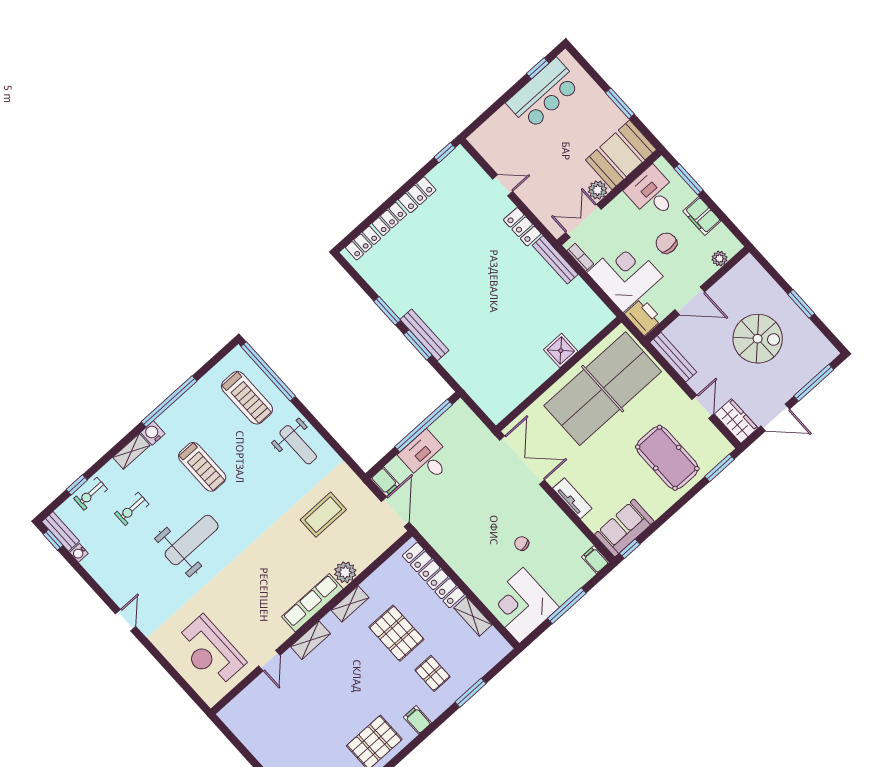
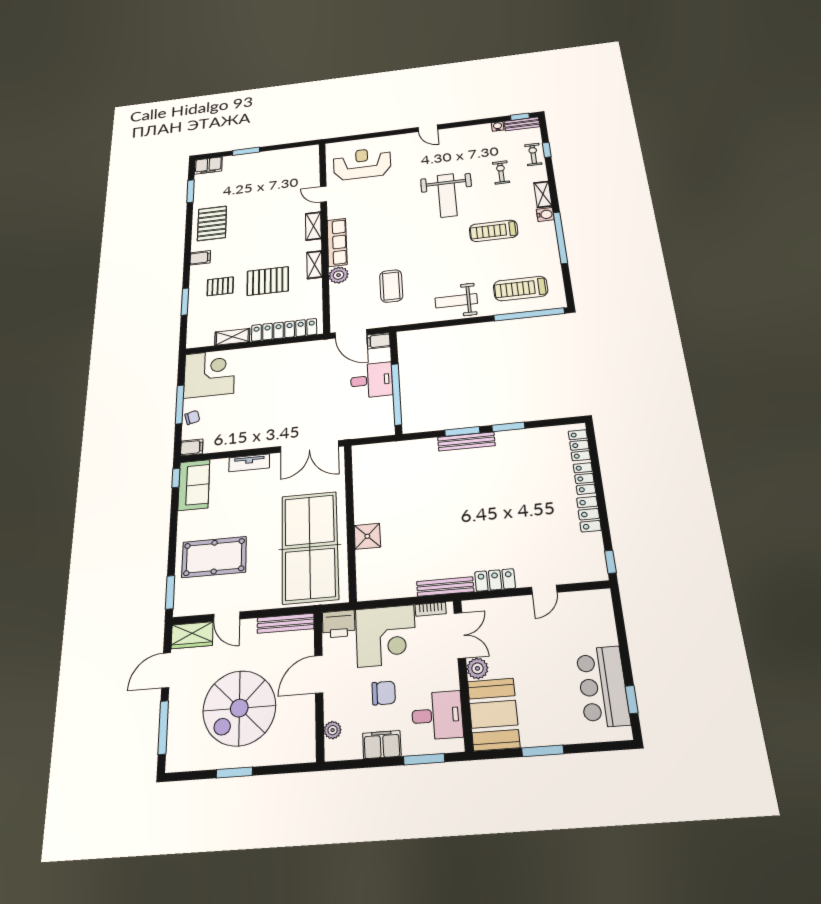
spiral stairs: (758, 339) -> (239, 708), width x1.37, depth x1.37
chair: (522, 544) -> (192, 417), moved

